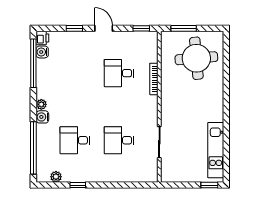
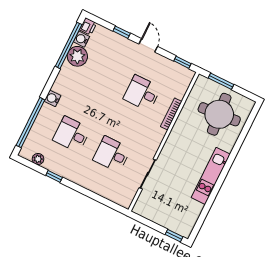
plant: (41, 104) -> (77, 56), moved, width x1.88, depth x1.88
kitchen unit: (216, 150) -> (211, 176), moved

